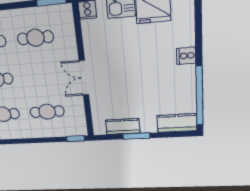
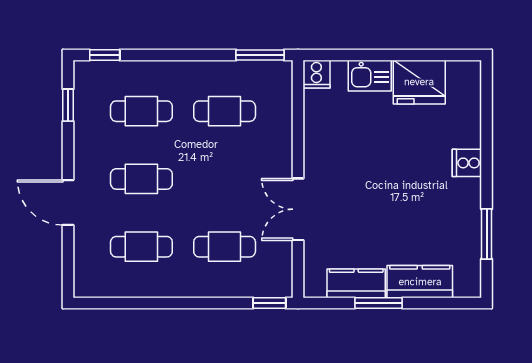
double door: (84, 78) -> (298, 209), moved
window: (199, 96) -> (487, 234), width x0.47
kitchen counter: (177, 123) -> (420, 282), moved

